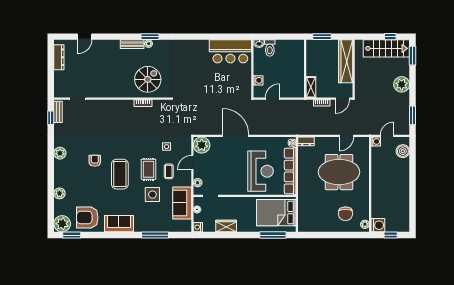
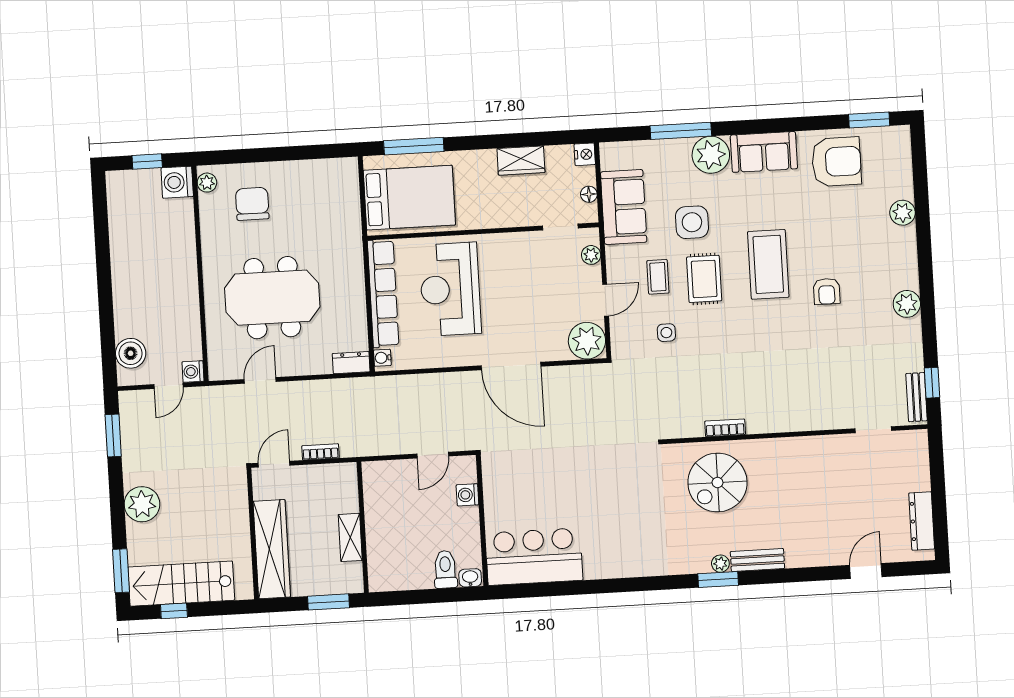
shelving: (311, 87) -> (350, 537), moved
plant: (62, 224) -> (711, 155), moved

